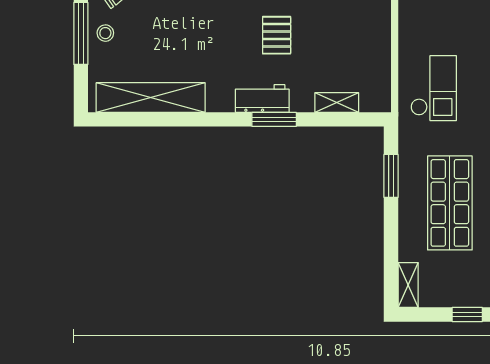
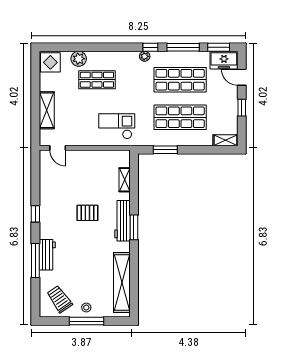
workbench: (262, 99) -> (122, 221), width x1.38
window: (274, 119) -> (134, 227), moved

